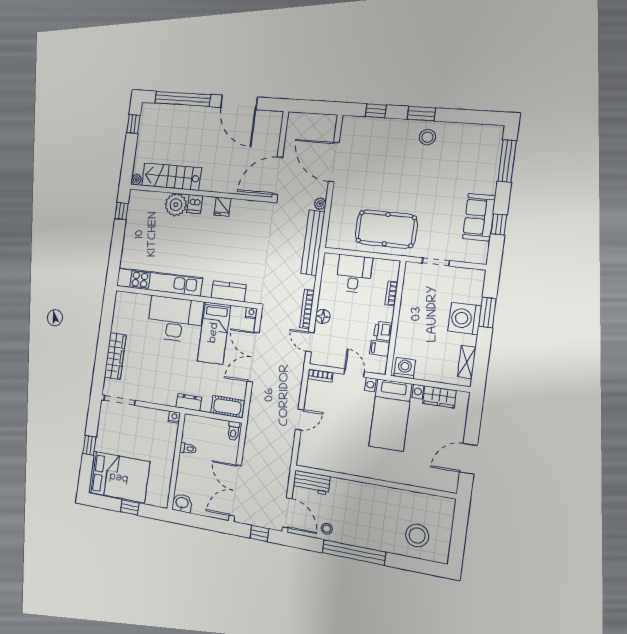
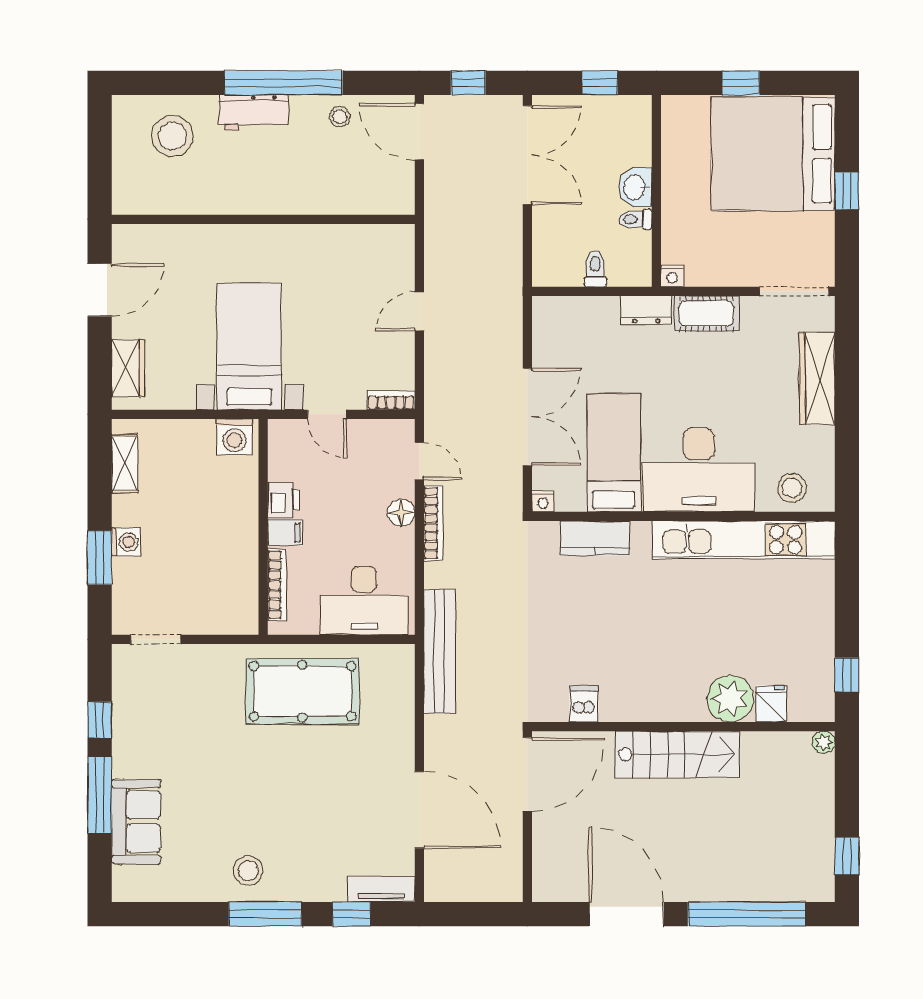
window: (421, 114) -> (265, 914), width x1.44
tv unit: (359, 123) -> (381, 889), added
window: (507, 161) -> (100, 795), moved
stairs: (171, 177) -> (677, 754), moved
dishwasher: (195, 204) -> (584, 704), moved
plant: (320, 204) -> (435, 728), removed
fridge: (222, 207) -> (771, 704), moved
sofa: (479, 217) -> (136, 822), moved
doorway: (436, 262) -> (156, 639), moved
desk: (354, 274) -> (364, 601), width x1.37
bookcase: (391, 293) -> (277, 585), width x1.56
stool: (134, 305) -> (792, 488), added
washing machine: (465, 318) -> (126, 542), width x0.53, depth x0.53
filing cabinet: (380, 348) -> (285, 533), moved
wardrobe: (440, 397) -> (128, 368), moved, turned 90
cot: (227, 407) -> (706, 313), moved
toilet: (233, 431) -> (595, 269), moved
bed: (119, 477) -> (773, 154), width x1.36
workbench: (312, 482) -> (253, 113), moved, turned 180
washbasin: (182, 503) -> (635, 187), moved, turned 90
window: (195, 521) -> (600, 83), added

